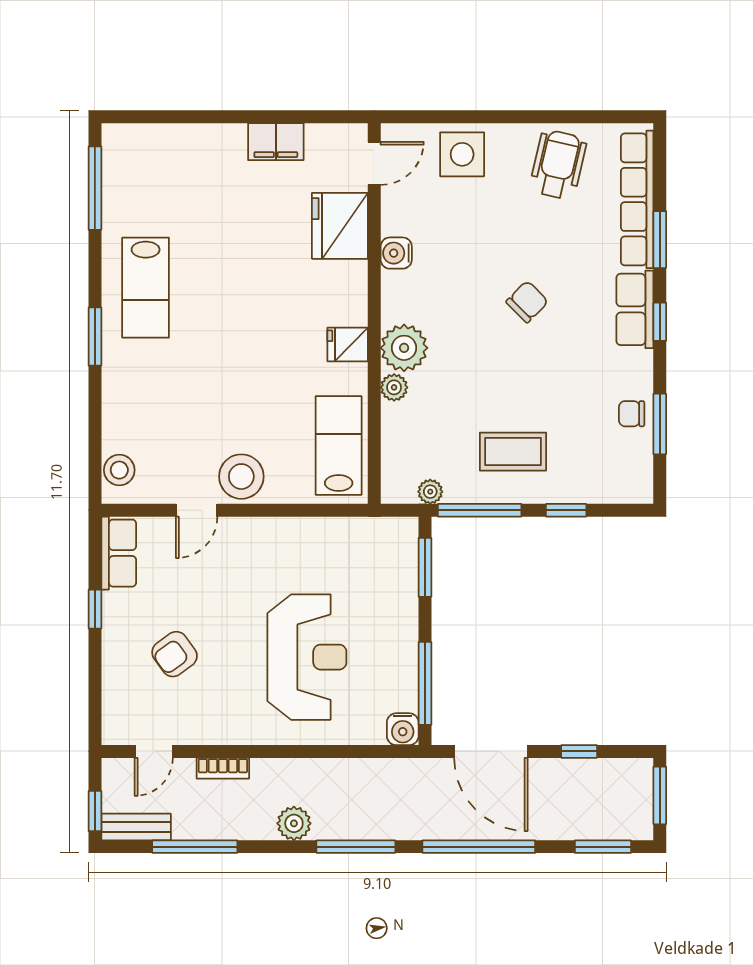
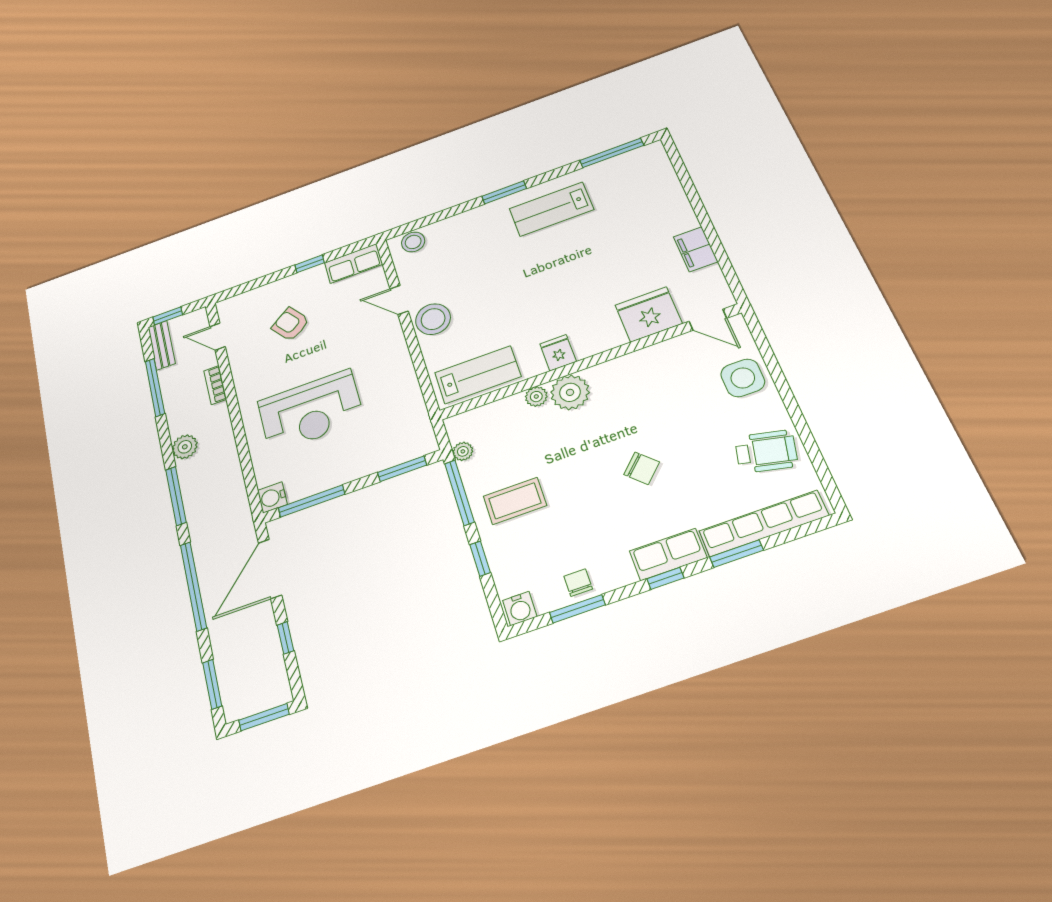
water cooler: (396, 253) -> (520, 609), moved, turned 180
coffee table: (513, 452) -> (515, 501), turned 90

